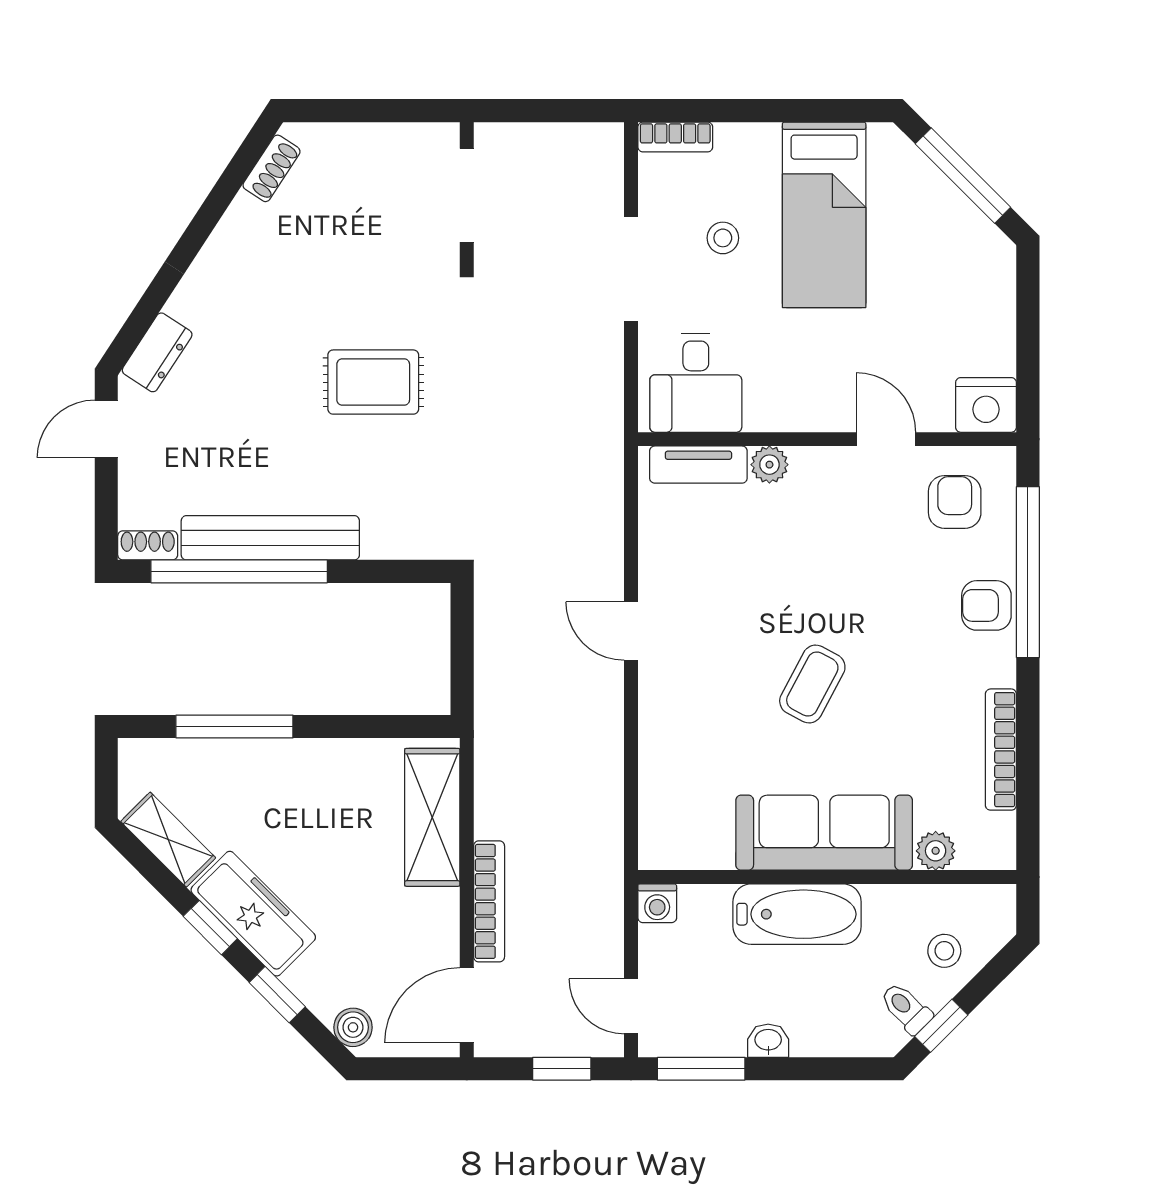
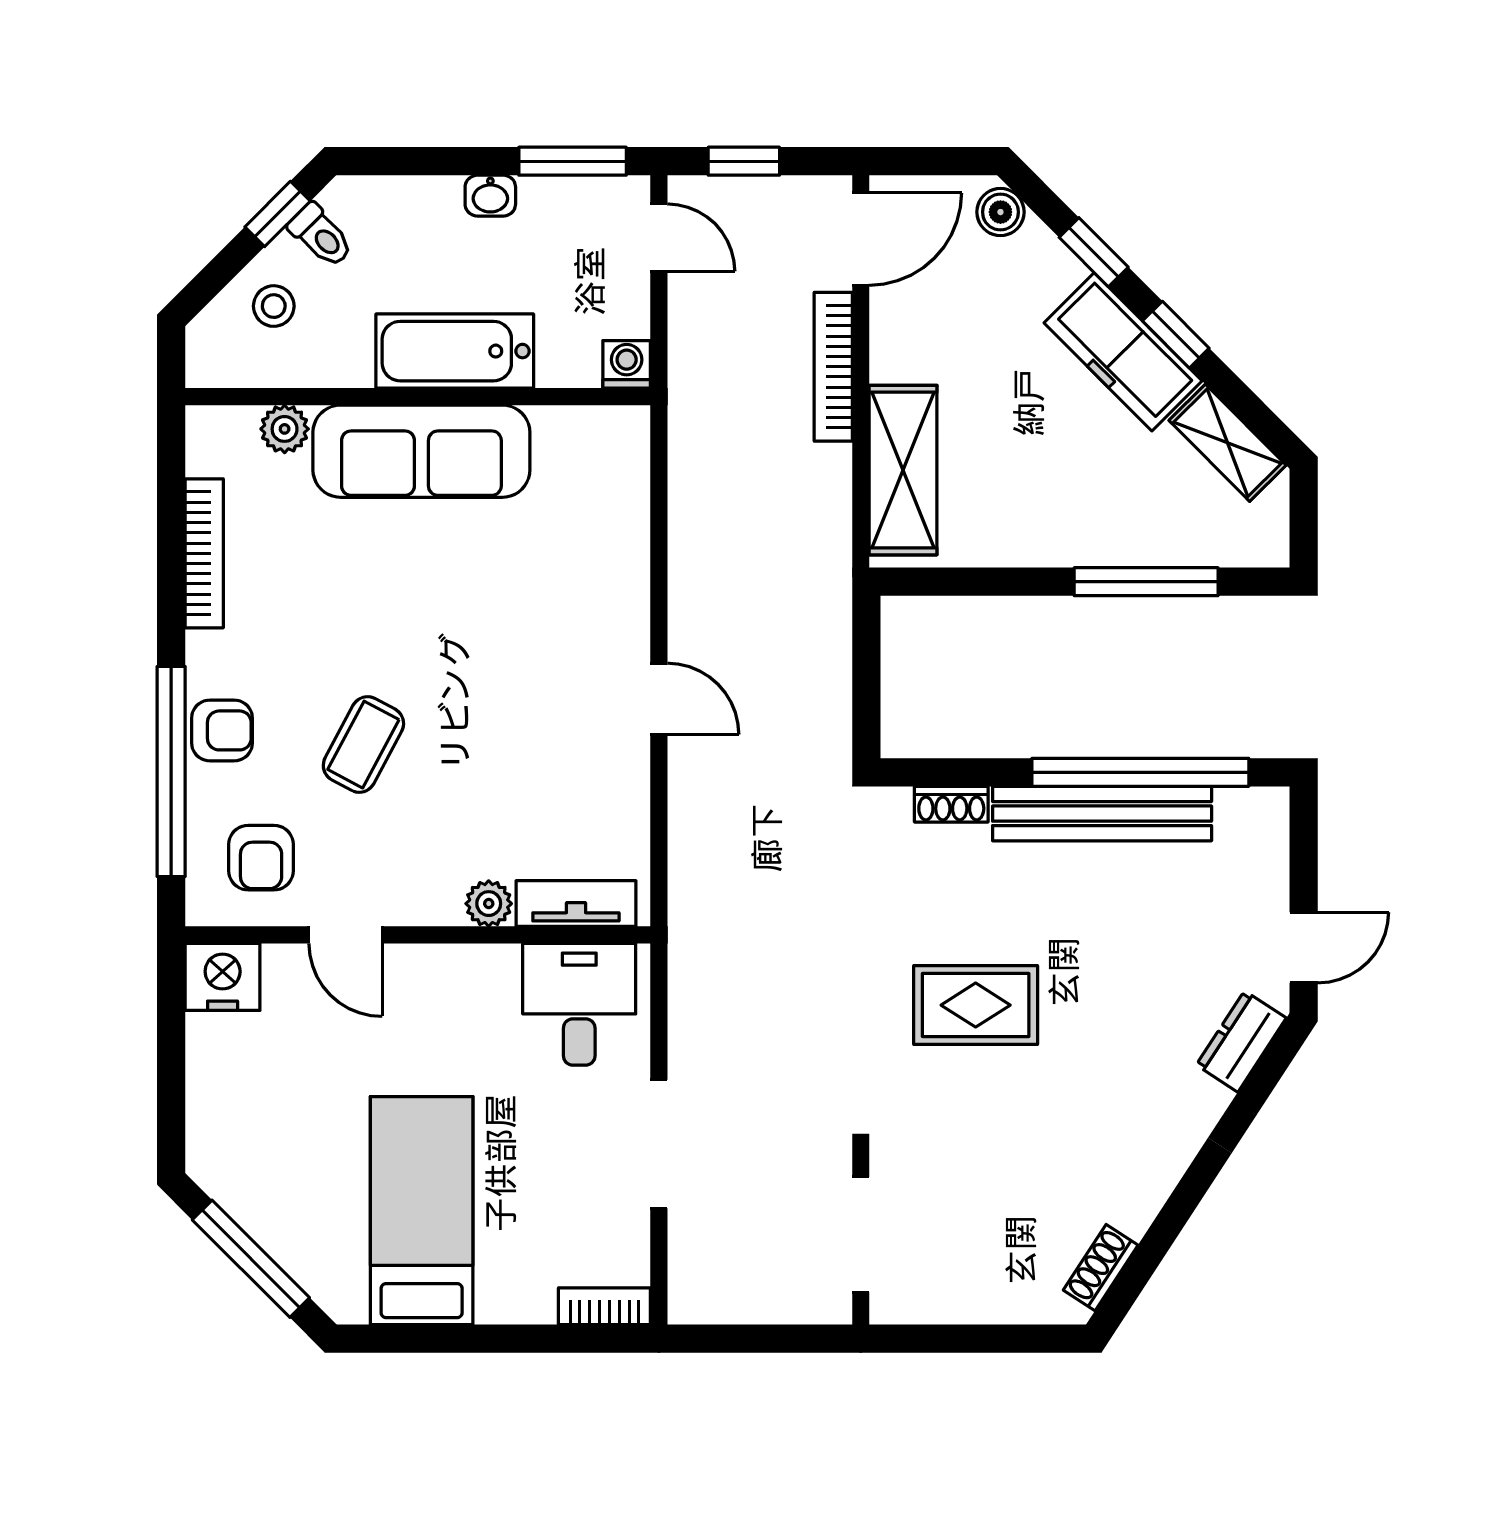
stool: (723, 238) -> (546, 1182), removed
shoe rack: (148, 545) -> (951, 804), moved
coffee table: (812, 684) -> (363, 745), moved

